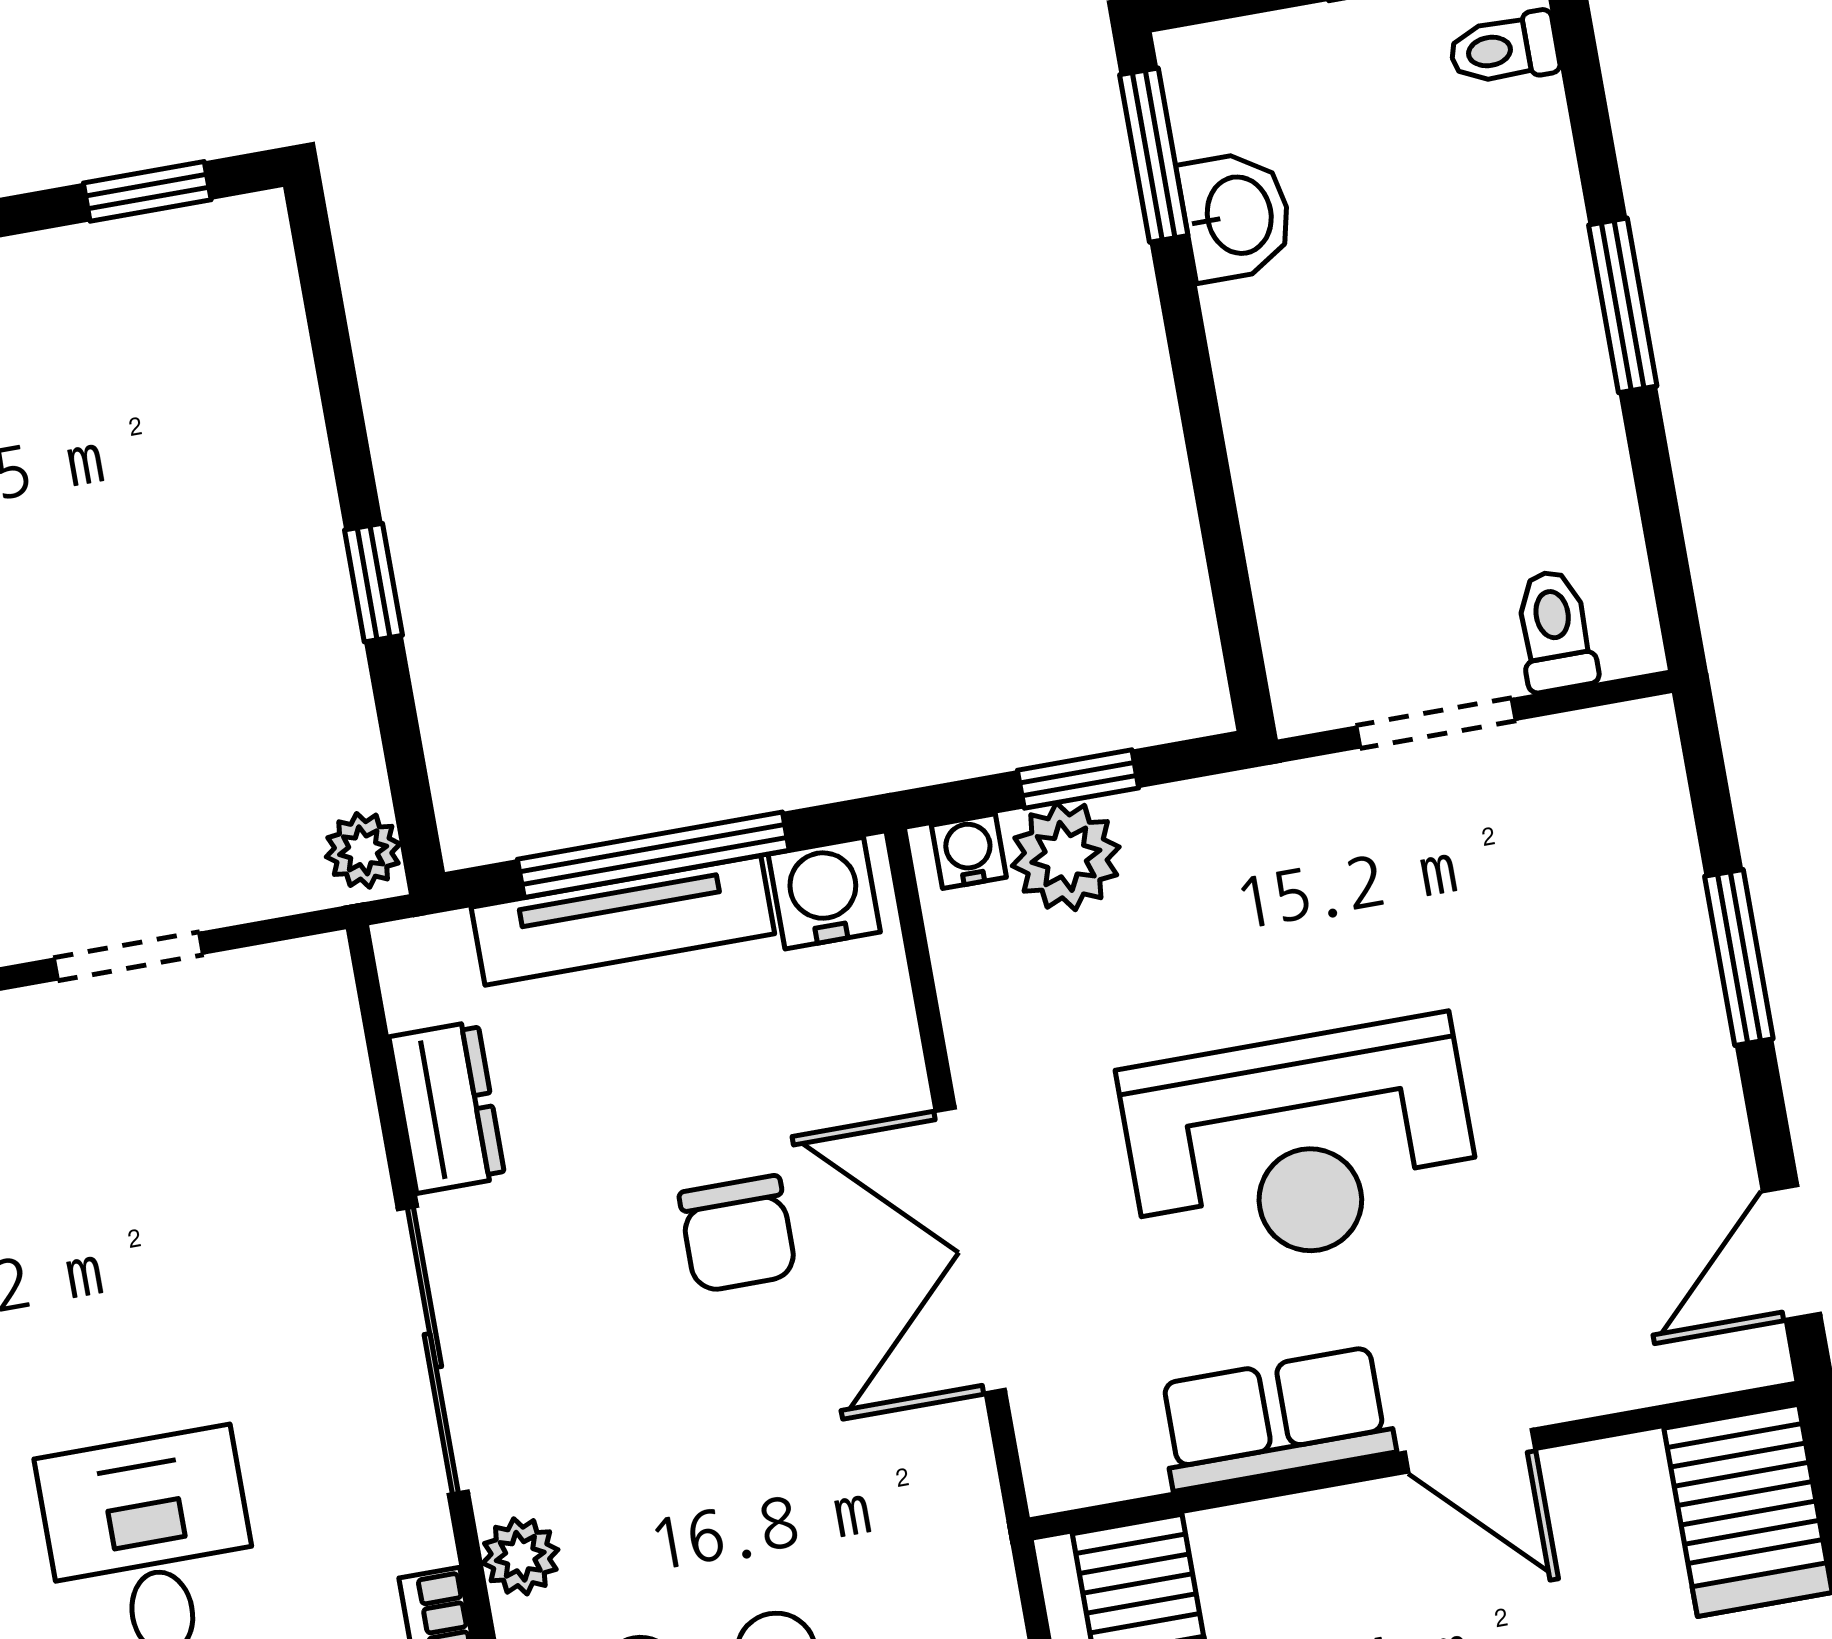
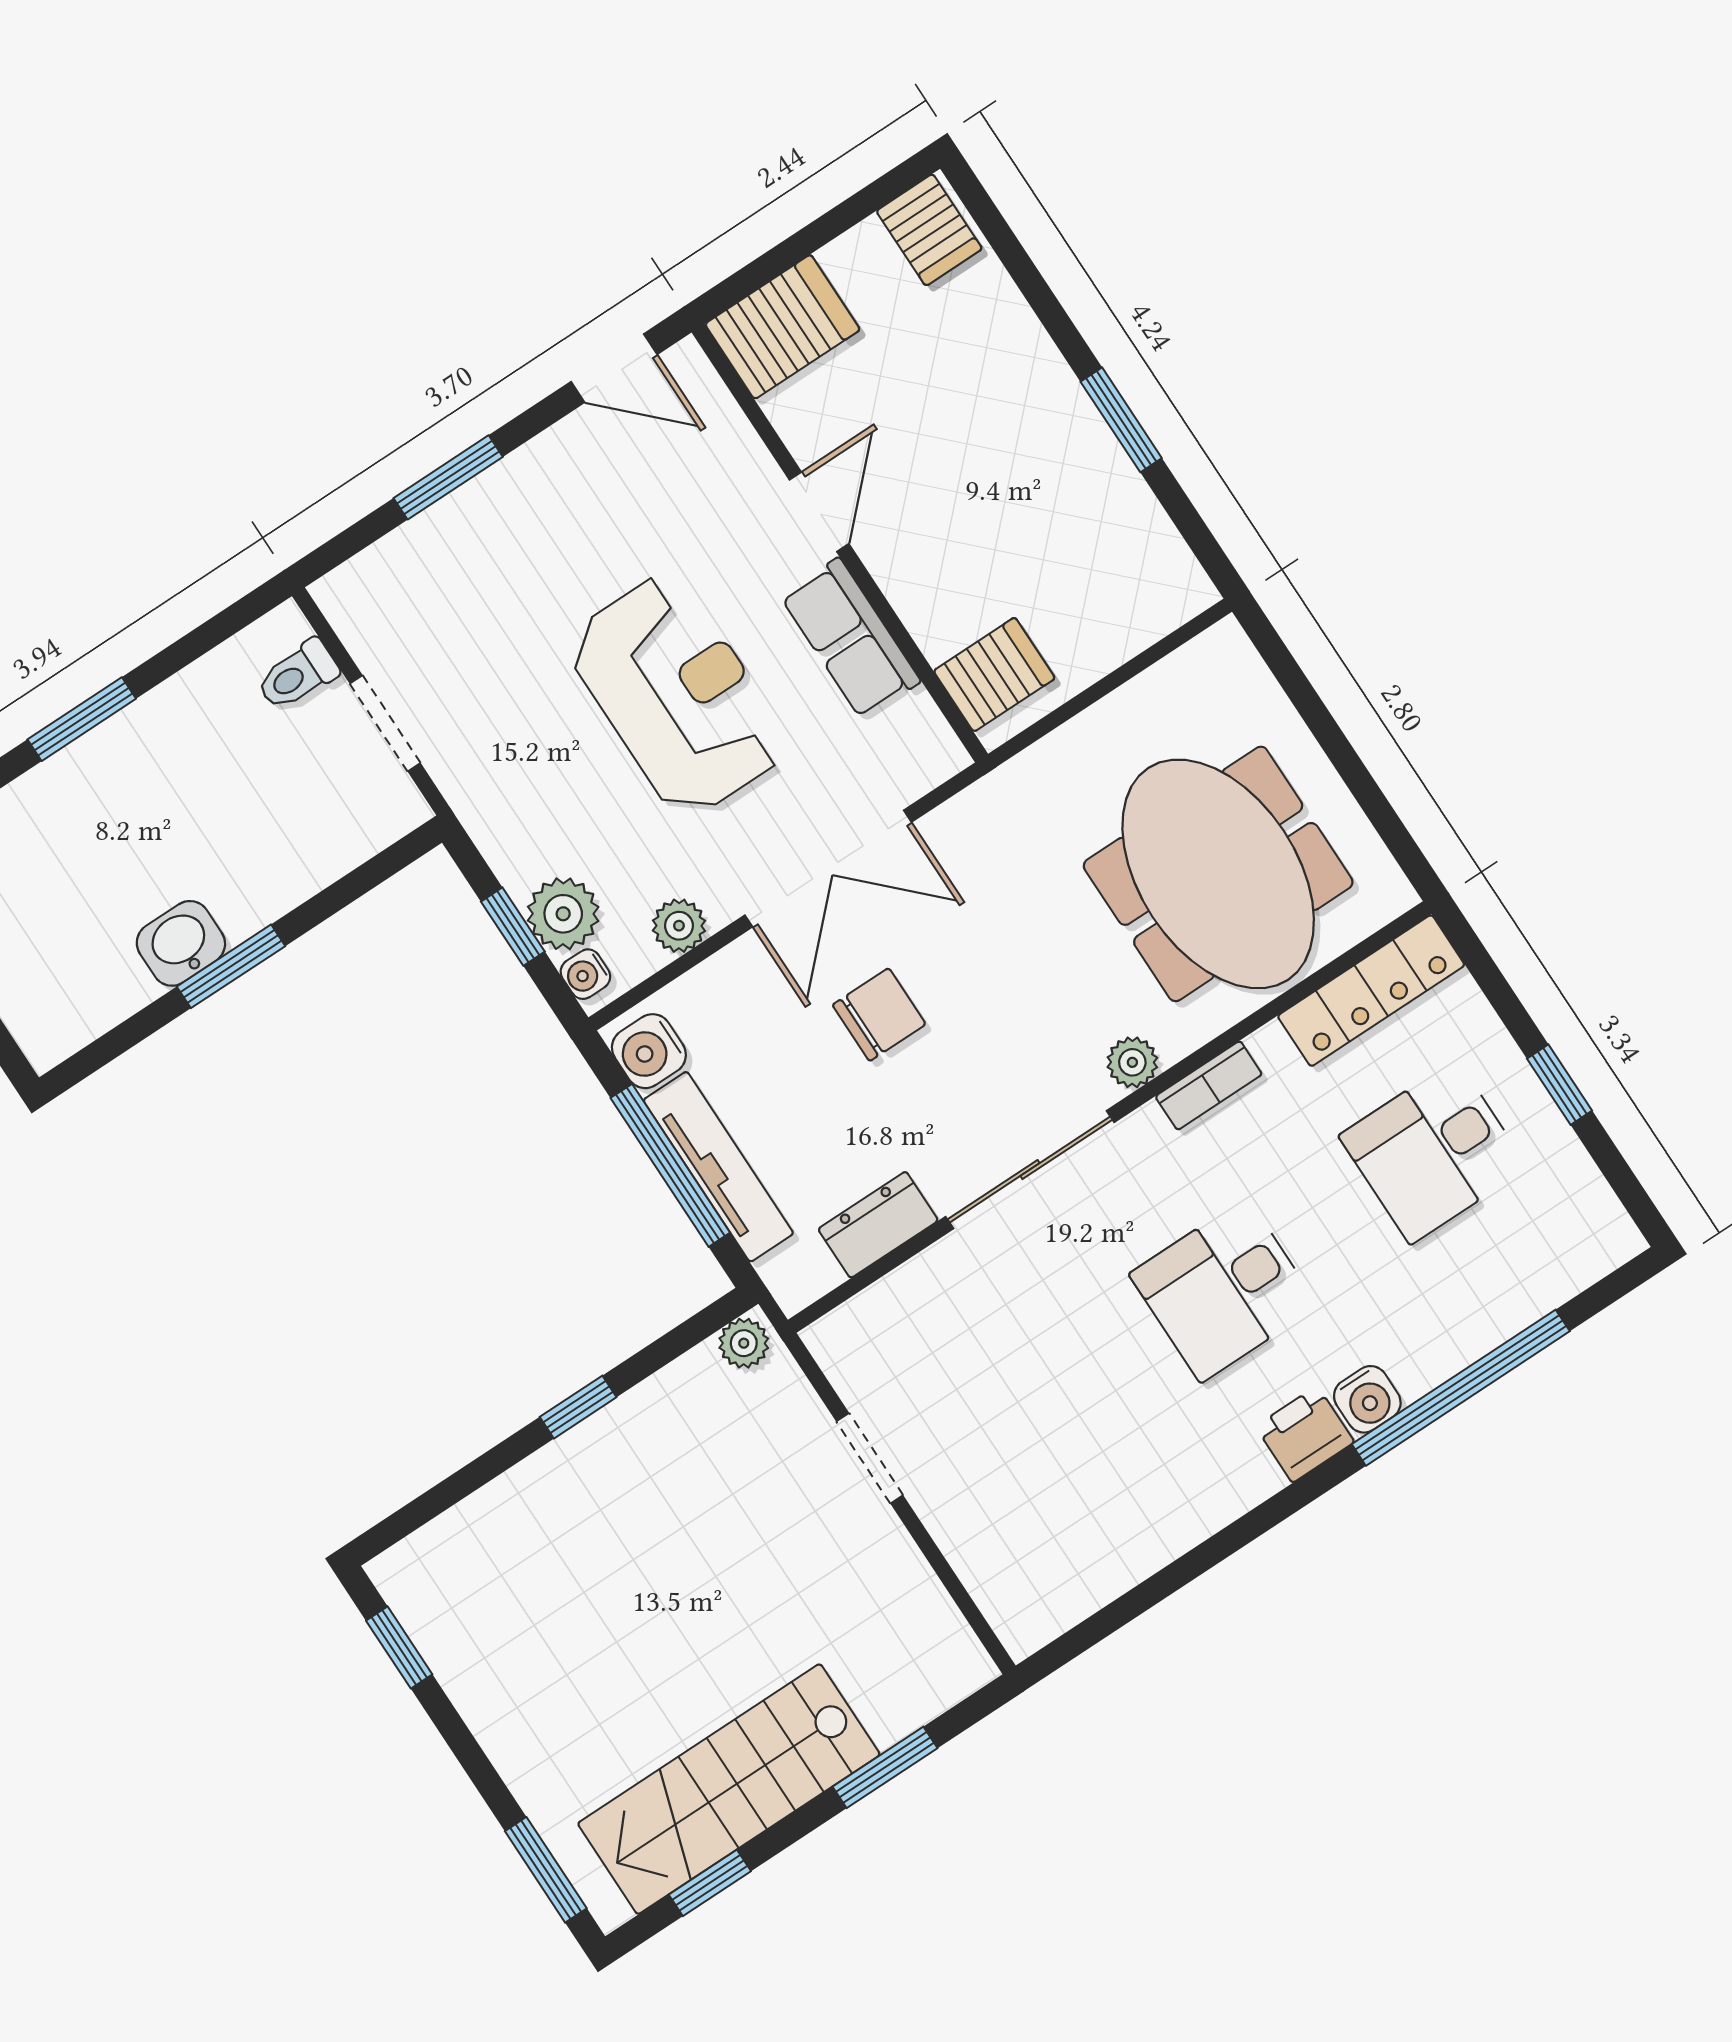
window: (1154, 155) -> (231, 966), moved
washbasin: (1236, 216) -> (181, 943), moved
plant: (980, 1010) -> (679, 926), added

